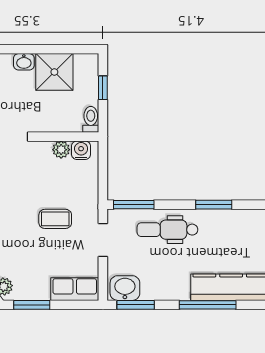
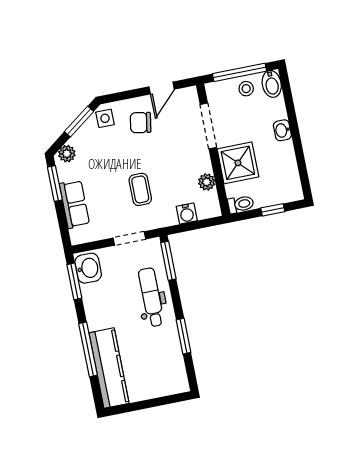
shower: (54, 72) -> (238, 163), moved
water cooler: (81, 150) -> (187, 214), moved, turned 90
row of seats: (75, 289) -> (74, 204), moved

